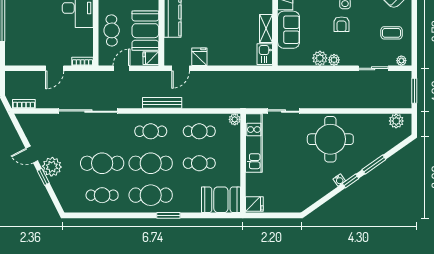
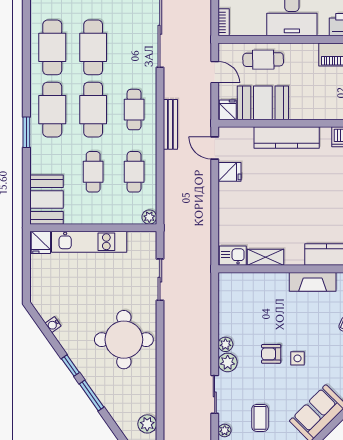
sofa: (289, 30) -> (264, 286), removed
plant: (320, 58) -> (228, 362), moved
kitchen unit: (254, 143) -> (89, 242), moved
water cooler: (339, 180) -> (53, 325), moved
cafe table: (102, 195) -> (52, 47), width x1.37, depth x1.35

